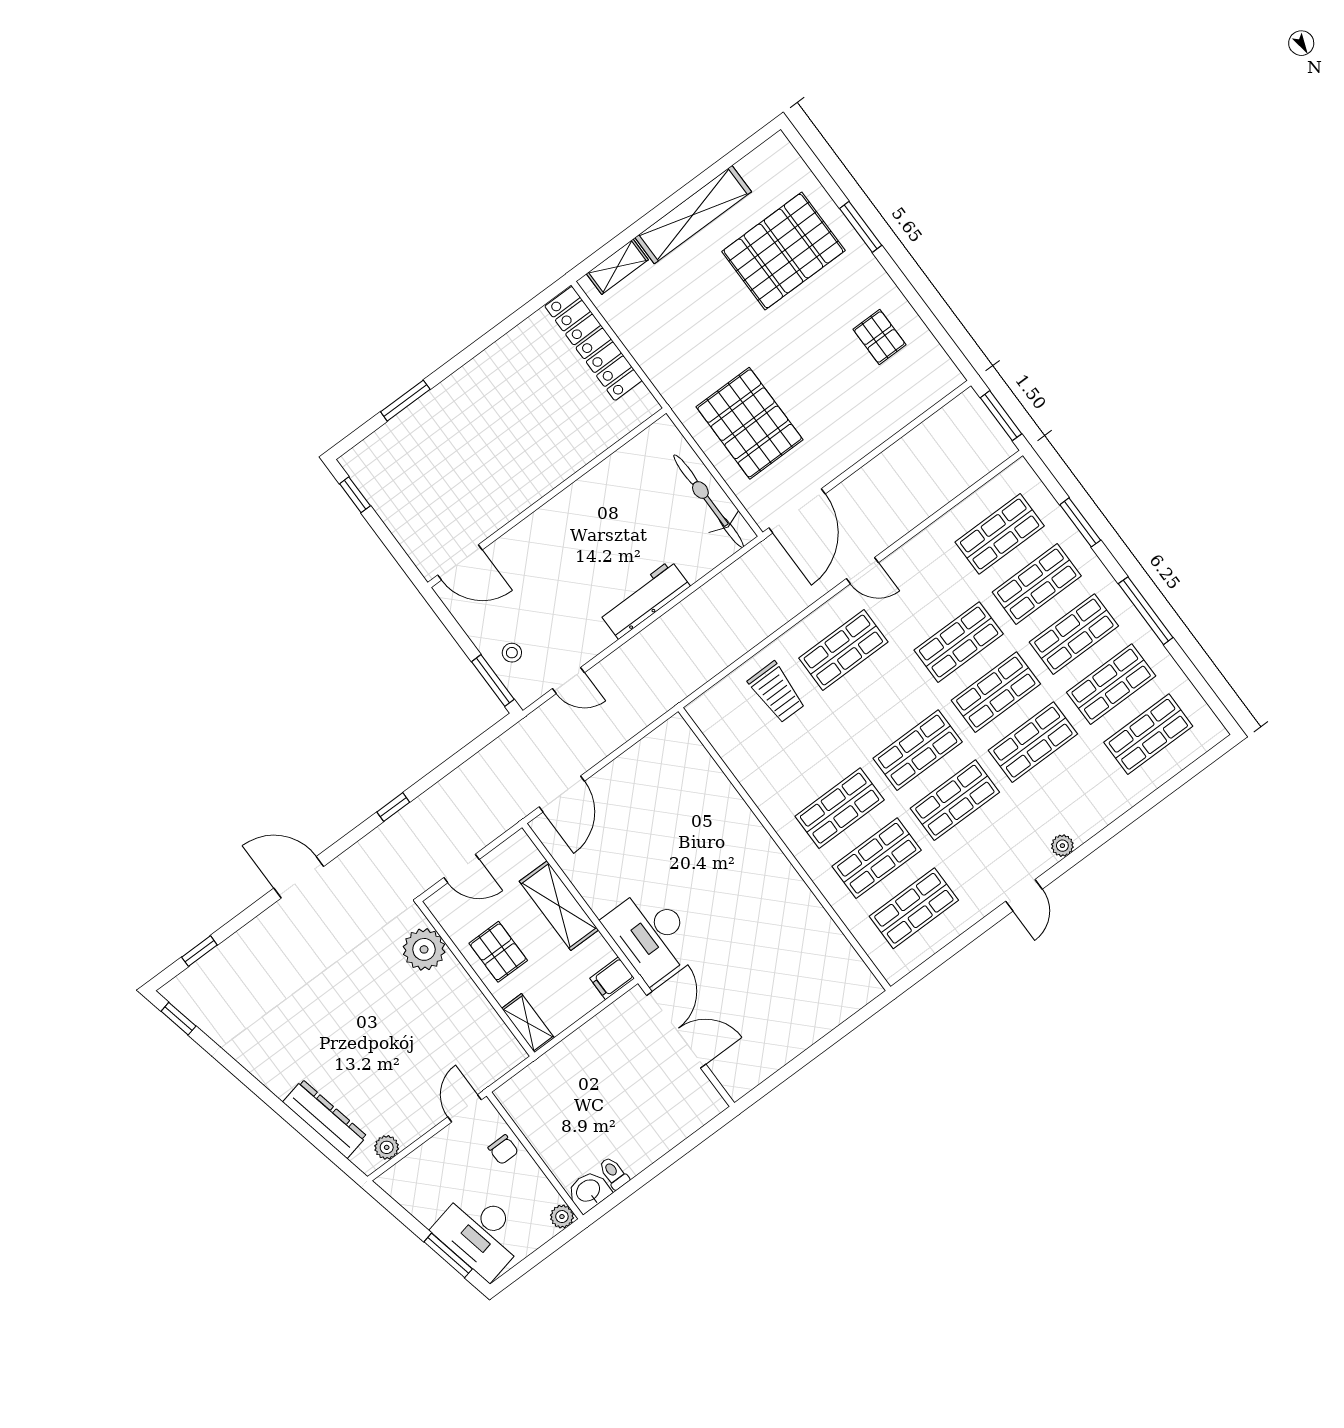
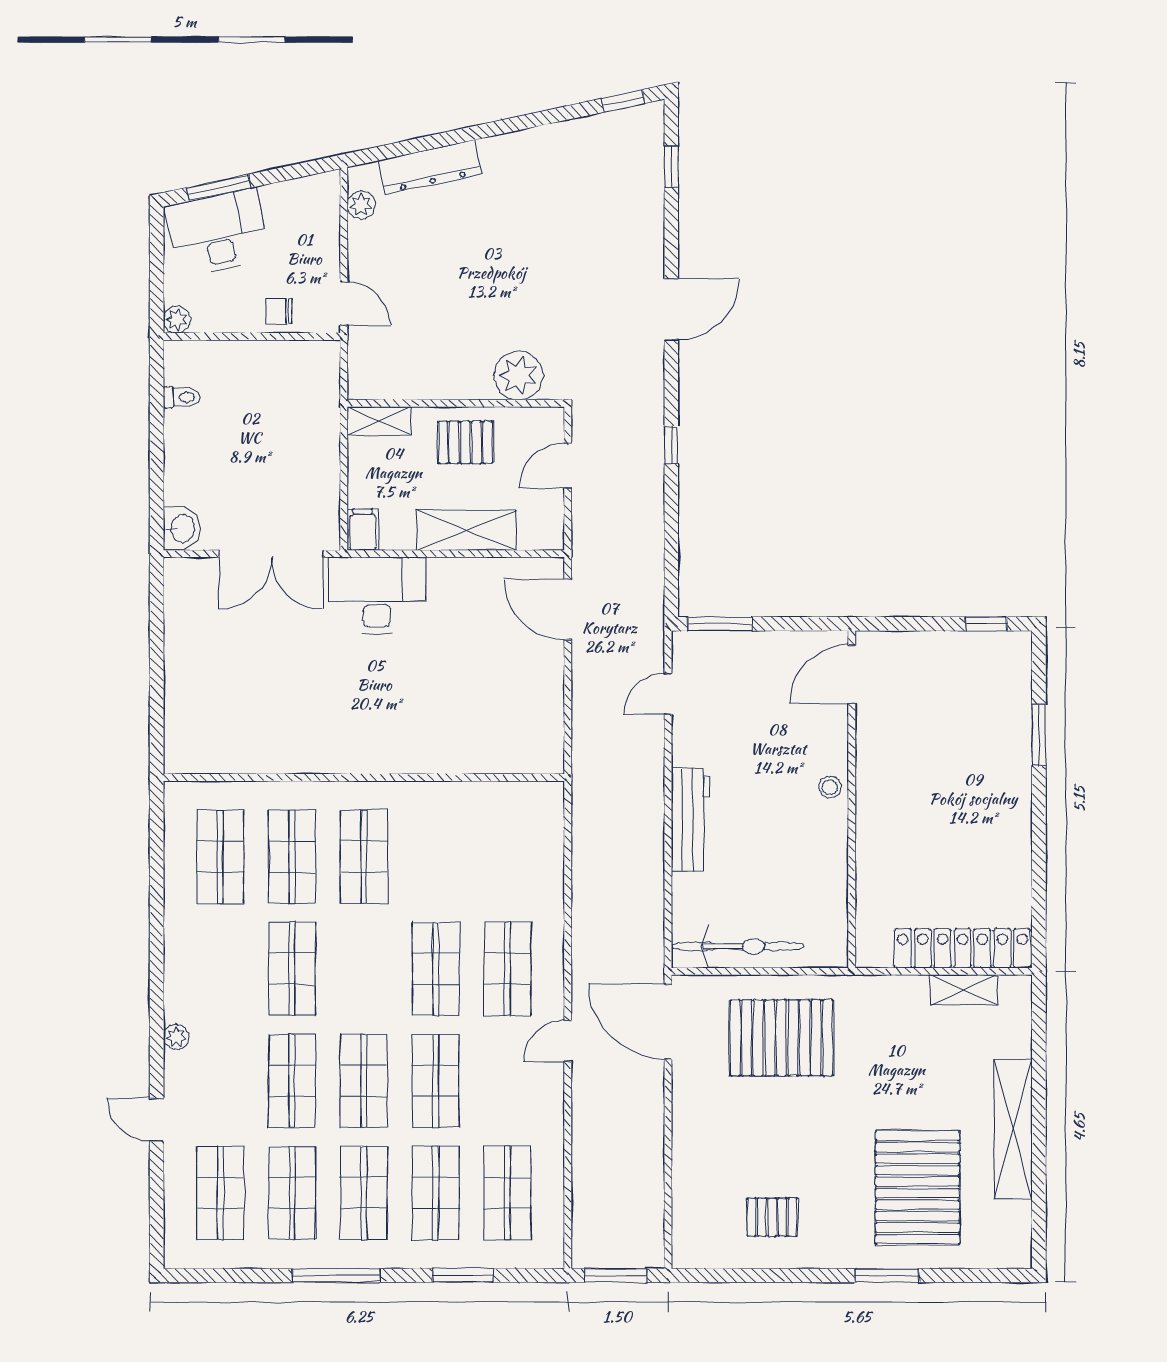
shelving: (617, 267) -> (964, 990), moved, turned 90
stool: (512, 653) -> (830, 787), moved
trolley: (777, 692) -> (514, 878), removed
shop shelf: (918, 750) -> (436, 969), moved
door: (1024, 895) -> (157, 1120), moved
washbasin: (589, 1191) -> (182, 528), moved

